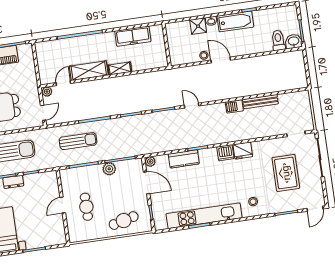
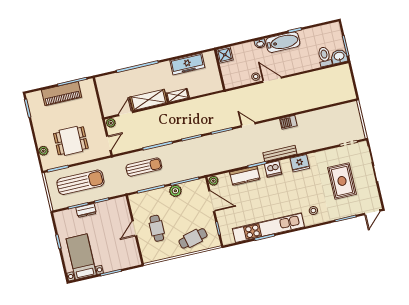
shower: (198, 26) -> (225, 55), moved
bench: (260, 102) -> (280, 153), moved
dishwasher: (225, 153) -> (273, 169), moved

